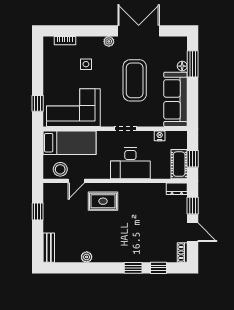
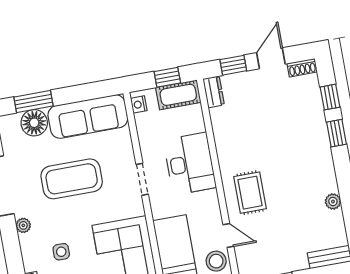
floor lamp: (182, 66) -> (34, 123), width x1.89, depth x1.89
nightstand: (160, 136) -> (139, 104), moved

